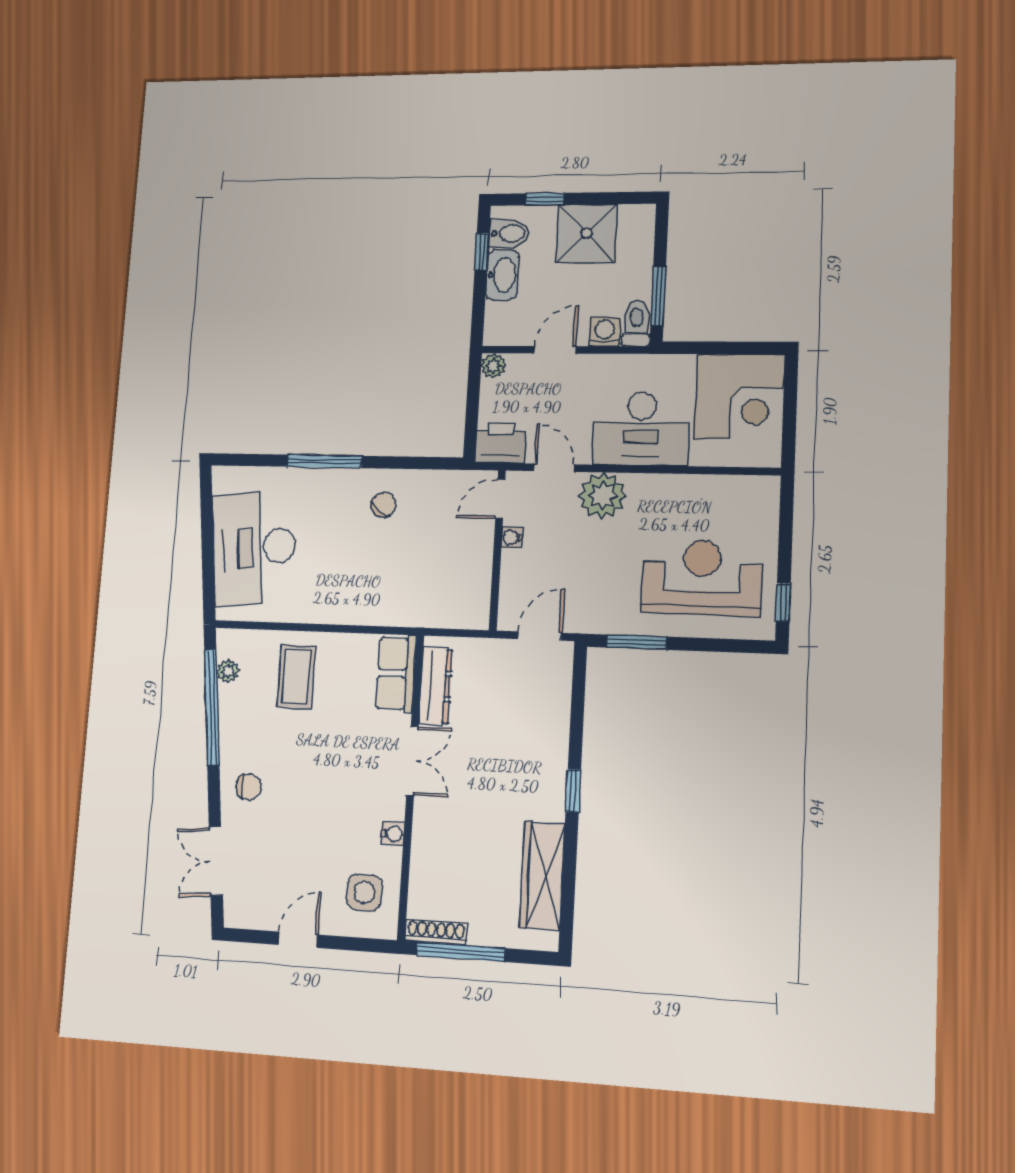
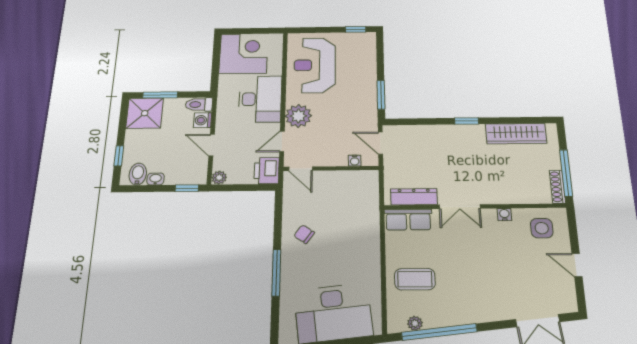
shower: (587, 233) -> (145, 113), moved
window: (482, 252) -> (187, 188), moved
washbasin: (502, 275) -> (156, 179), width x0.52, depth x0.69
window: (658, 296) -> (160, 95), moved
water cooler: (512, 537) -> (355, 161), moved
reception desk: (702, 578) -> (315, 65), moved
double door: (412, 761) -> (460, 207), swing flipped
chair: (249, 787) -> (488, 303), removed

